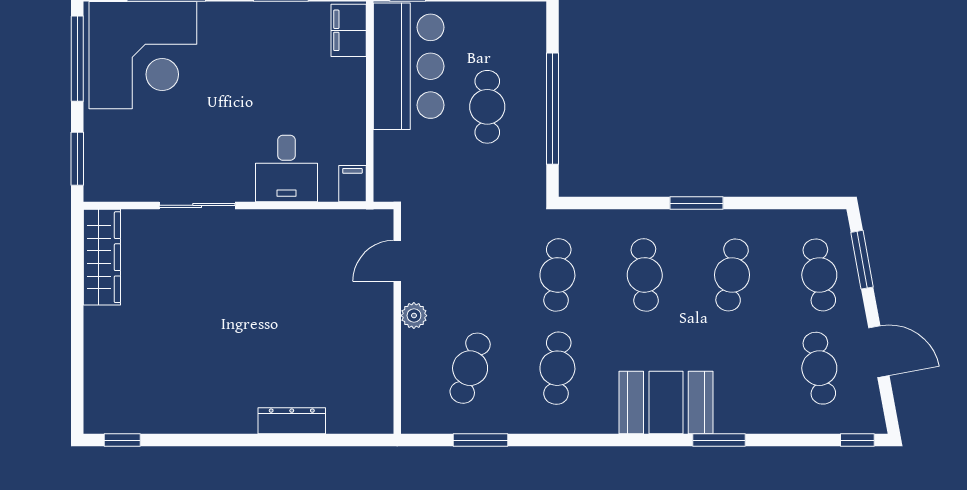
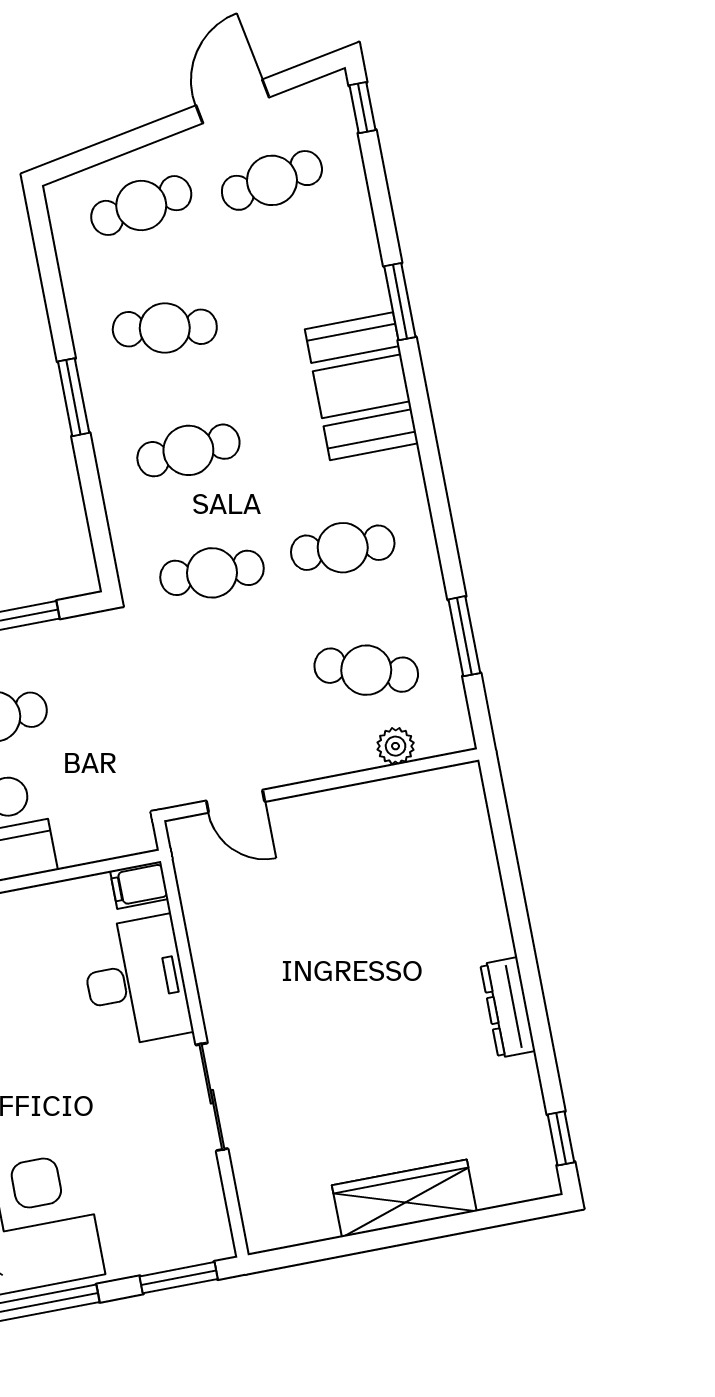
desk: (287, 168) -> (136, 981), width x1.37
wardrobe: (102, 257) -> (404, 1198), moved
window: (862, 260) -> (108, 150), removed
plant: (414, 316) -> (396, 746), moved
dresser: (292, 421) -> (508, 1008), moved

